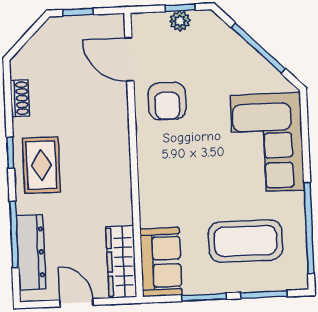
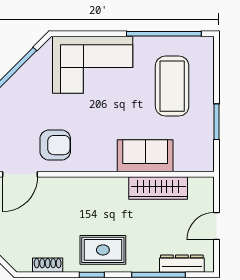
dresser: (31, 252) -> (182, 264), width x0.73, depth x0.80
wardrobe: (121, 262) -> (158, 188), moved
sofa: (161, 262) -> (145, 156), moved
window: (264, 295) -> (216, 73), removed

